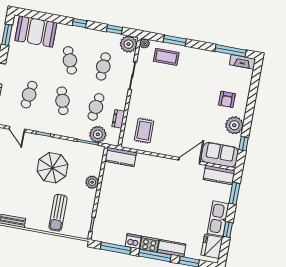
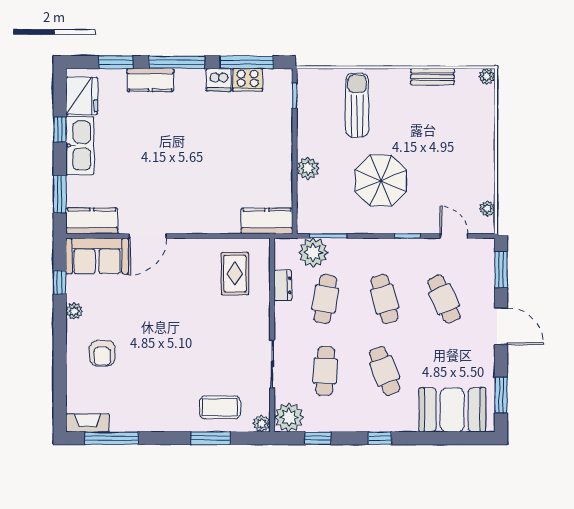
cafe table: (29, 95) -> (444, 299), turned -33
armchair: (227, 99) -> (102, 353), turned 180
plant: (234, 125) -> (74, 311), width x0.53, depth x0.53
cooker: (149, 244) -> (248, 80), moved

